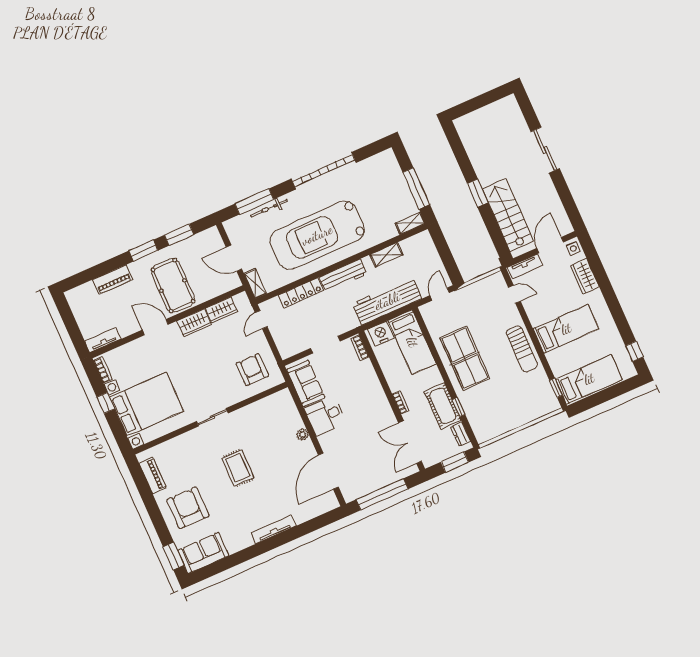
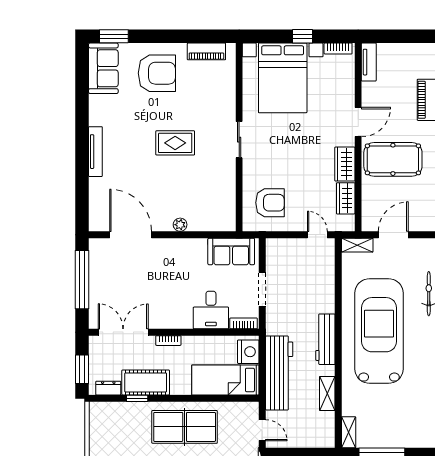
locker: (301, 293) -> (327, 288), removed
desk: (325, 416) -> (211, 310), moved, turned 180

